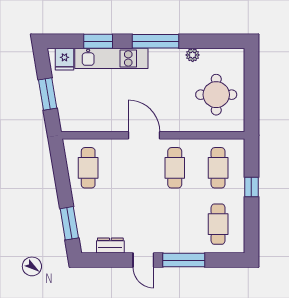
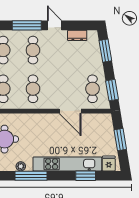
window: (156, 41) -> (31, 176), moved
kitchen unit: (111, 58) -> (67, 164), width x1.36
door: (144, 135) -> (70, 111), moved
window: (60, 166) -> (112, 90), added
cafe table: (175, 224) -> (33, 50), added

